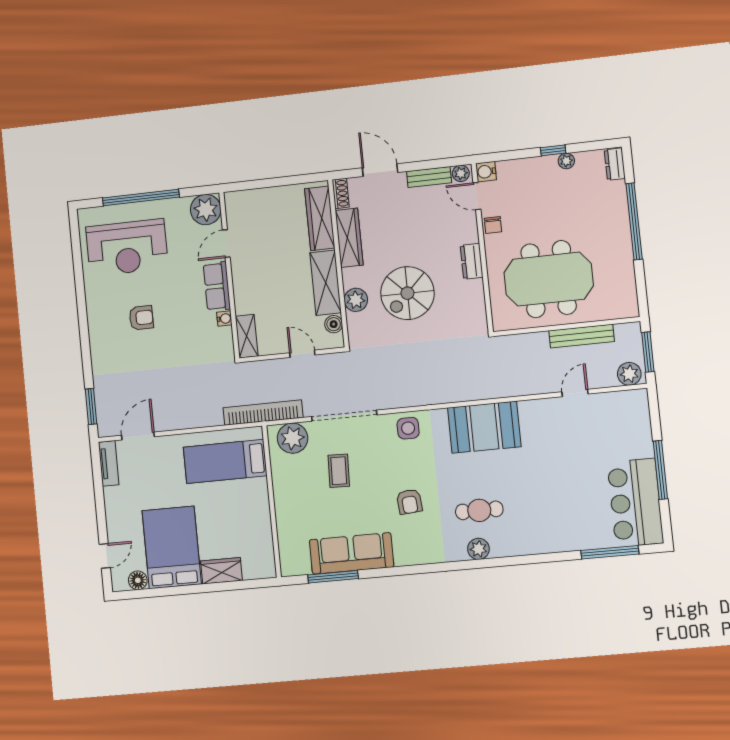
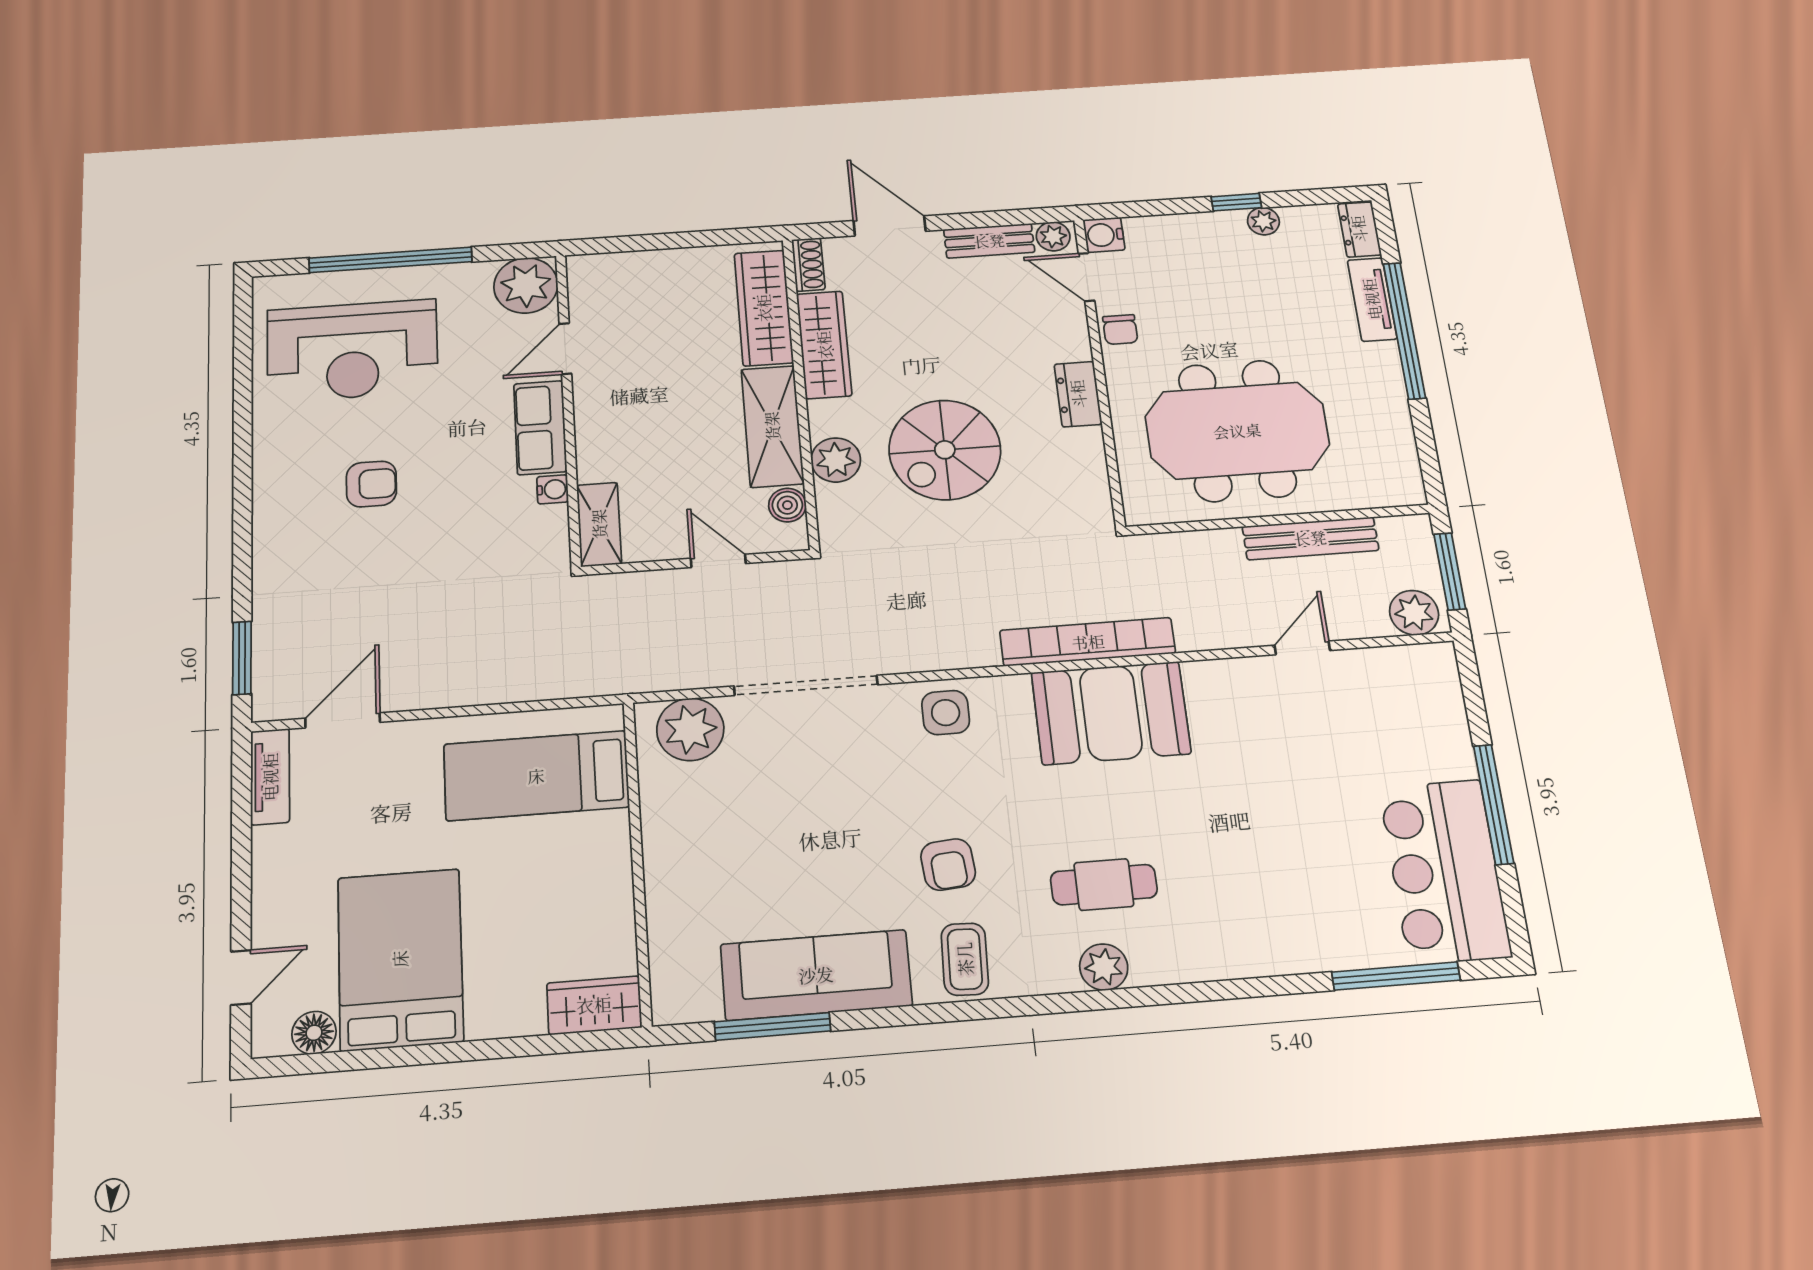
tv unit: (619, 204) -> (1372, 299), added
bookcase: (263, 413) -> (1088, 642), moved
coffee table: (339, 471) -> (965, 959), moved
wardrobe: (222, 571) -> (594, 1005), moved

